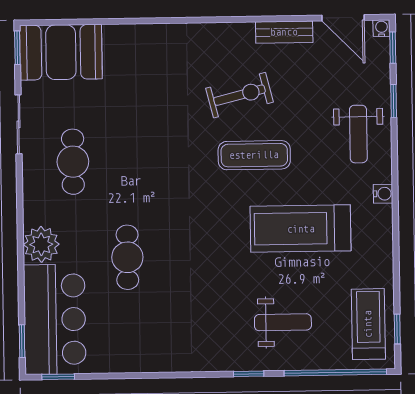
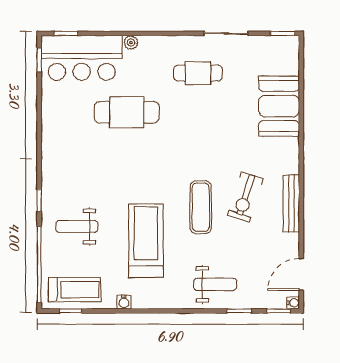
bench: (284, 32) -> (291, 203), moved, width x1.36
booth: (61, 52) -> (279, 106), moved
exercise bike: (239, 95) -> (245, 197), turned 32
weight bench: (358, 134) -> (215, 284), turned 180
water cooler: (383, 194) -> (124, 302), moved
plant: (41, 244) -> (131, 43), width x0.53, depth x0.53
cafe table: (127, 257) -> (127, 112), width x1.37, depth x1.35
weight bench: (283, 322) -> (77, 227), turned 90

